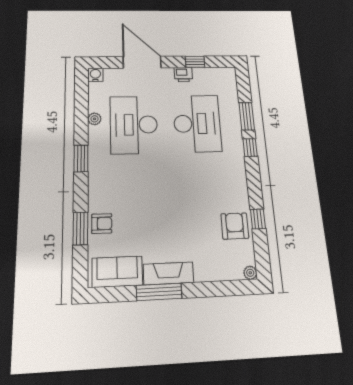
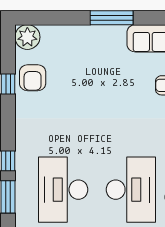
fireplace: (168, 273) -> (102, 34), removed
plant: (250, 273) -> (27, 37), width x1.88, depth x1.88

